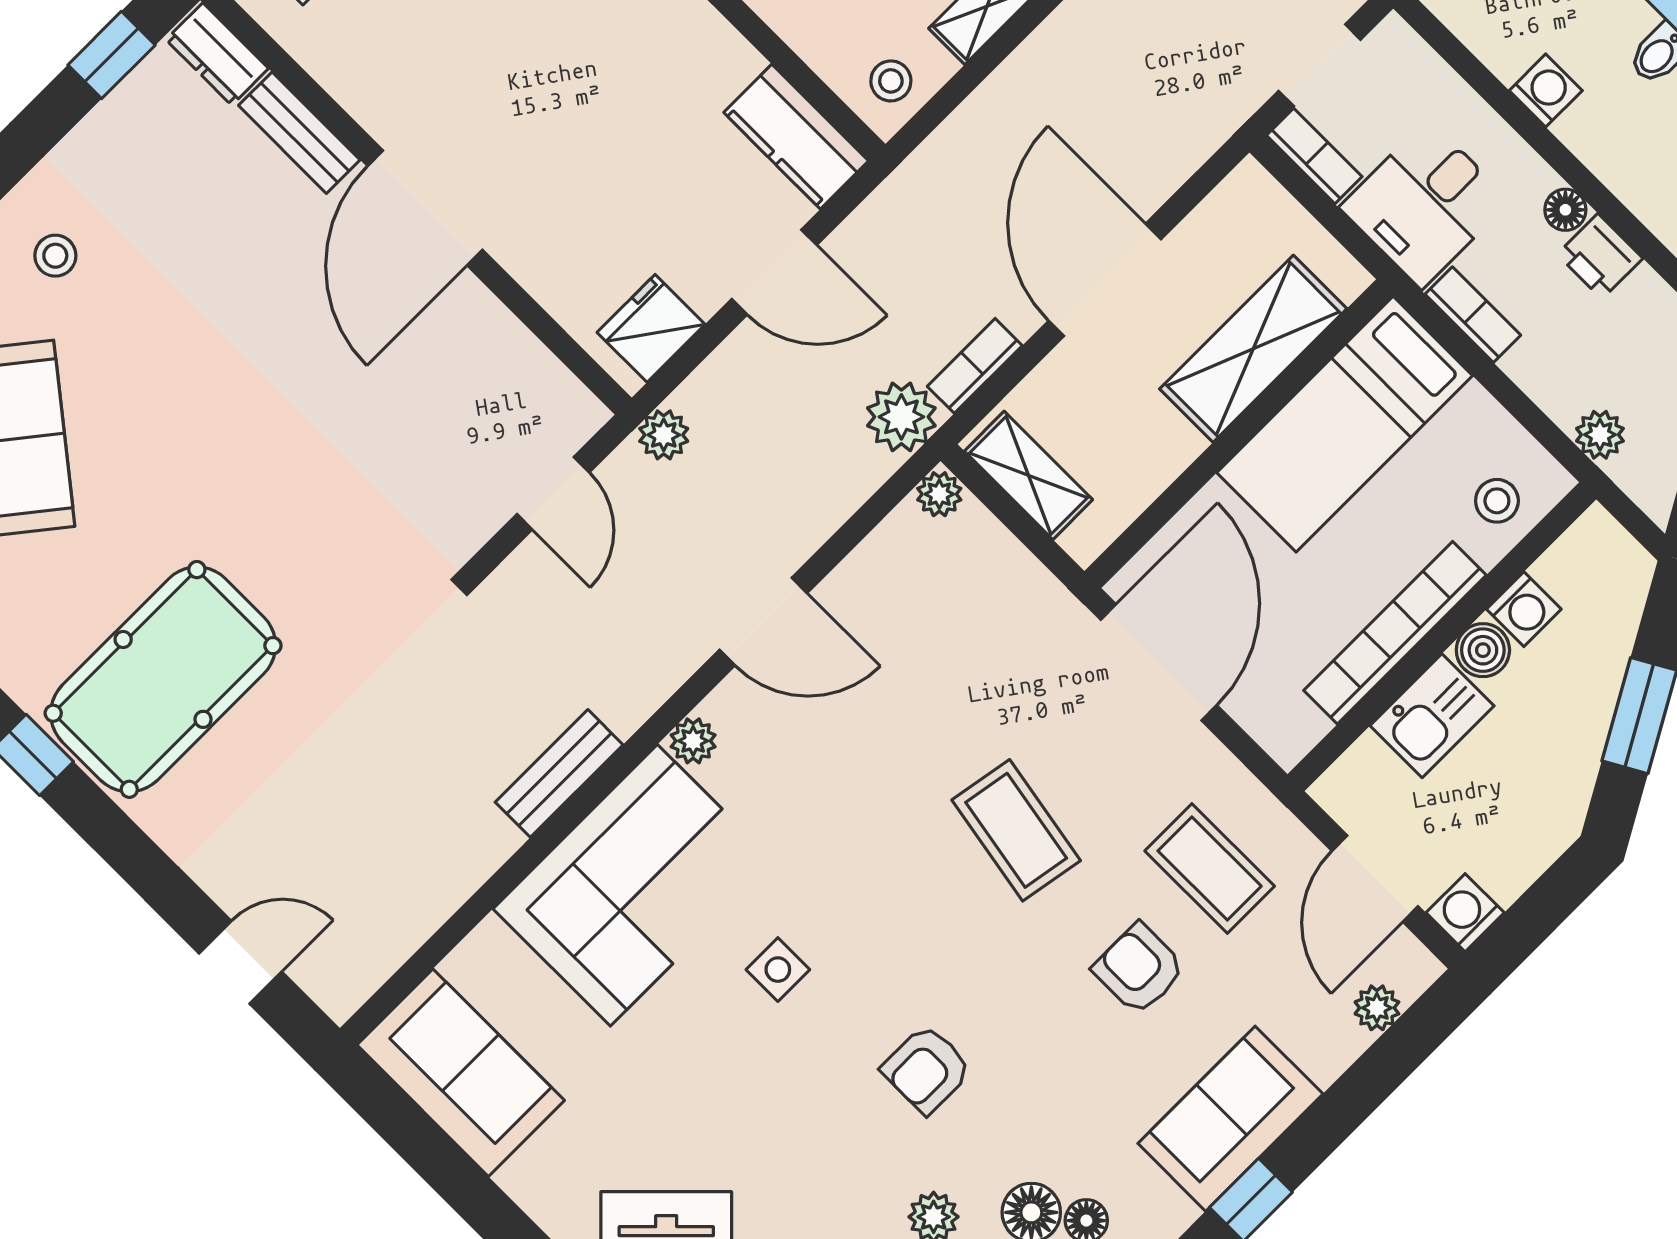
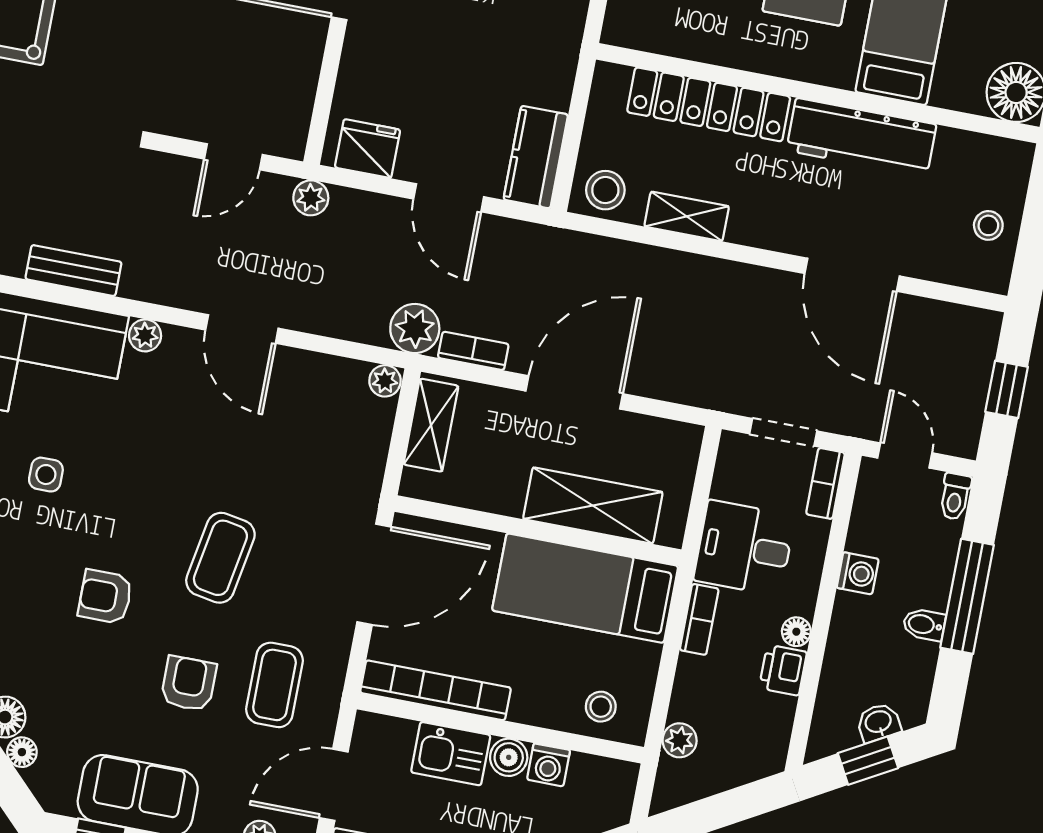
stool: (891, 81) -> (605, 190), width x1.37, depth x1.37
bookcase: (1314, 156) -> (825, 483), moved, turned 180
bookcase: (1395, 633) -> (435, 690), moved
armchair: (927, 1069) -> (105, 597), moved

